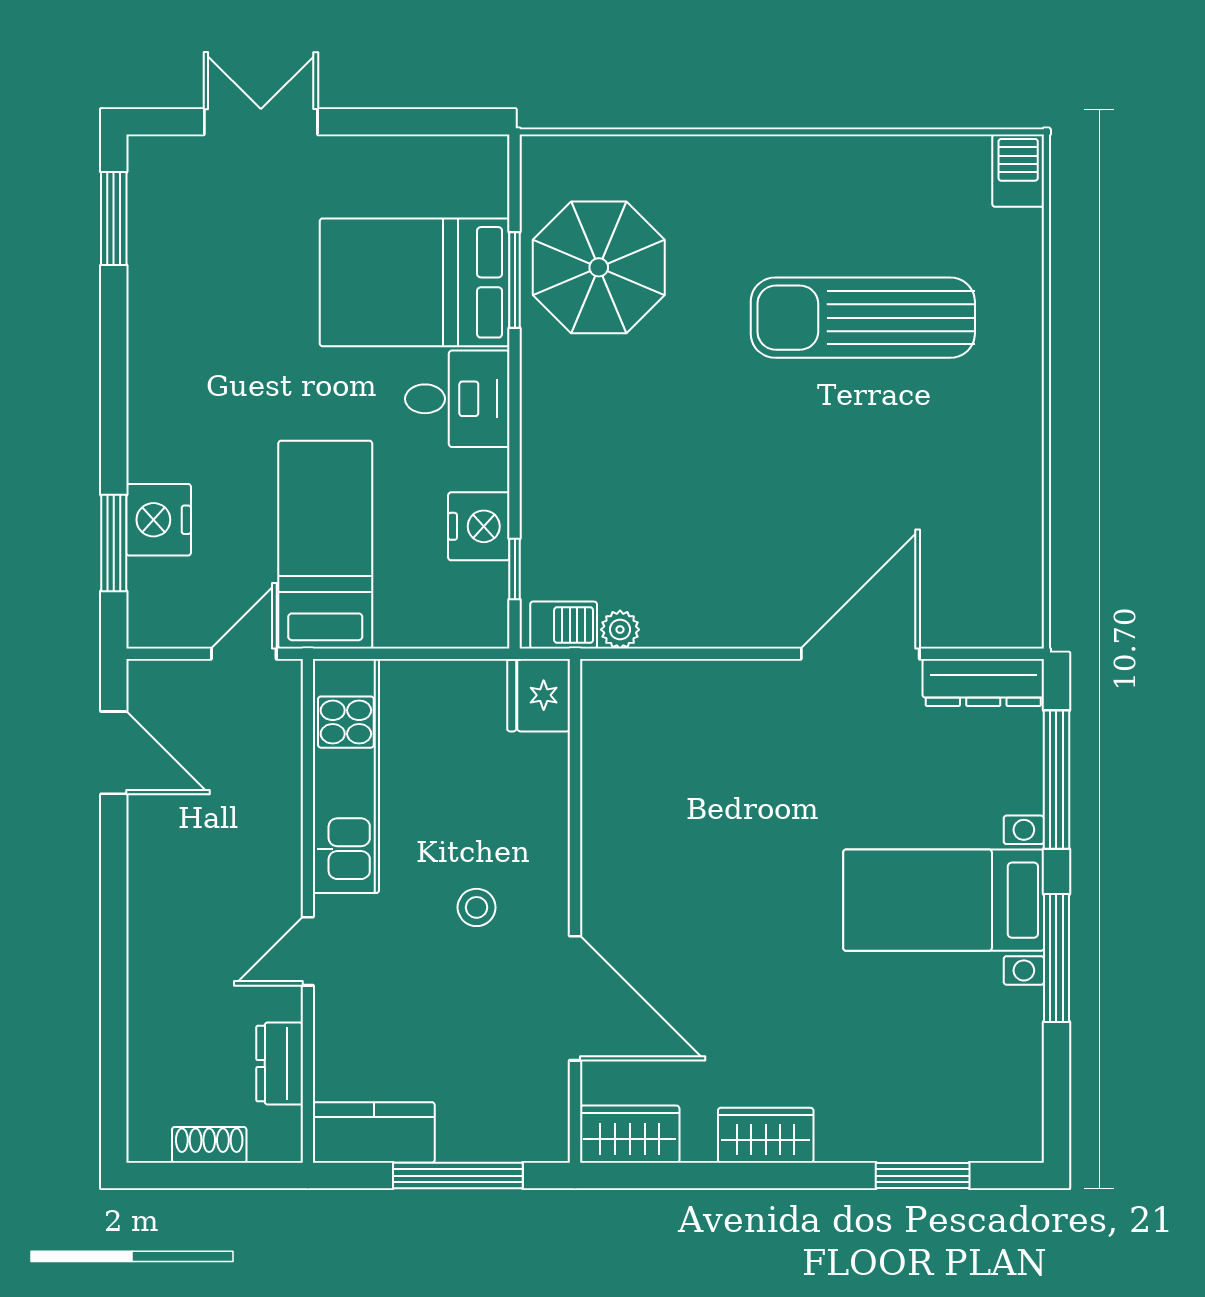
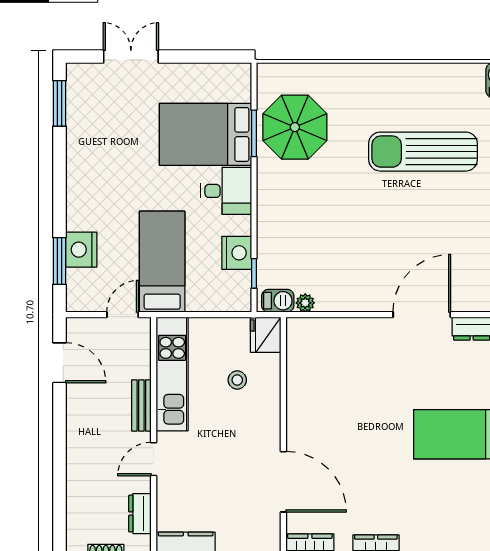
bench: (283, 841) -> (141, 405), added
stool: (477, 907) -> (237, 380), moved

